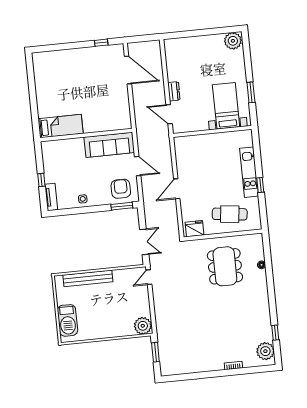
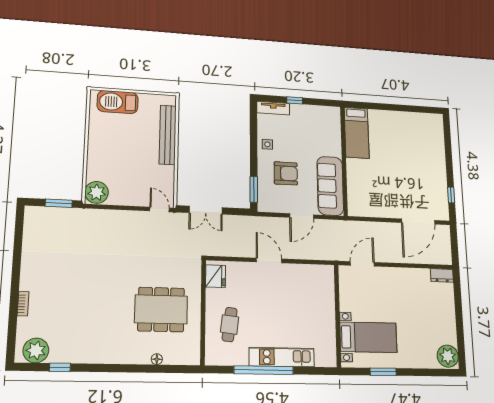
dresser: (174, 91) -> (442, 275), moved
window: (260, 185) -> (264, 370), width x3.17
armchair: (121, 189) -> (286, 173), moved
cafe table: (230, 214) -> (230, 325), width x0.73, depth x0.74

